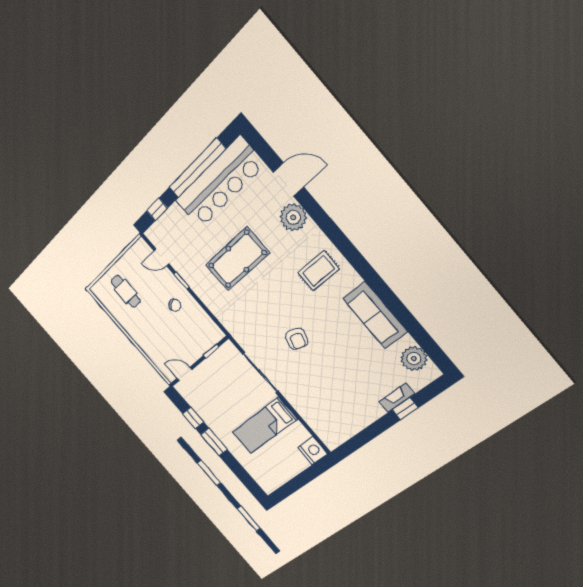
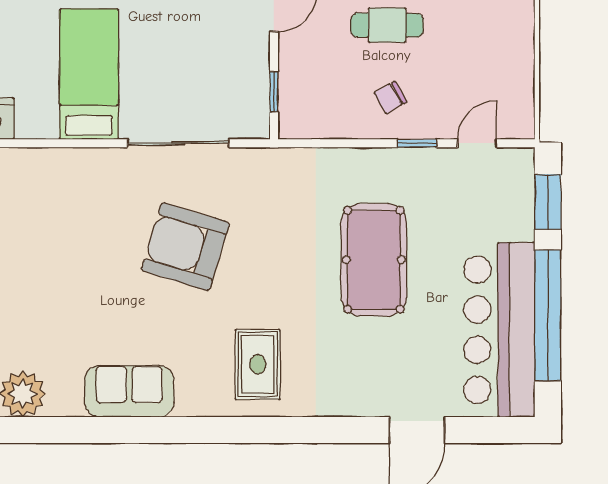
window: (157, 209) -> (548, 202), width x1.50
plant: (293, 217) -> (361, 393), removed
cafe table: (126, 291) -> (387, 25), moved
sofa: (375, 315) -> (129, 391), width x0.73
armchair: (297, 339) -> (185, 247), width x1.88, depth x1.88

